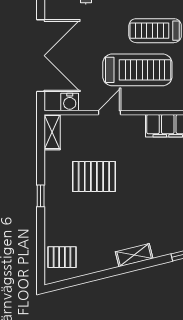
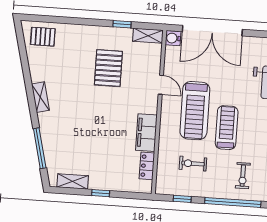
water cooler: (70, 102) -> (173, 38), moved
window: (41, 196) -> (122, 24), moved
pallet: (62, 257) -> (43, 37), turned 90

